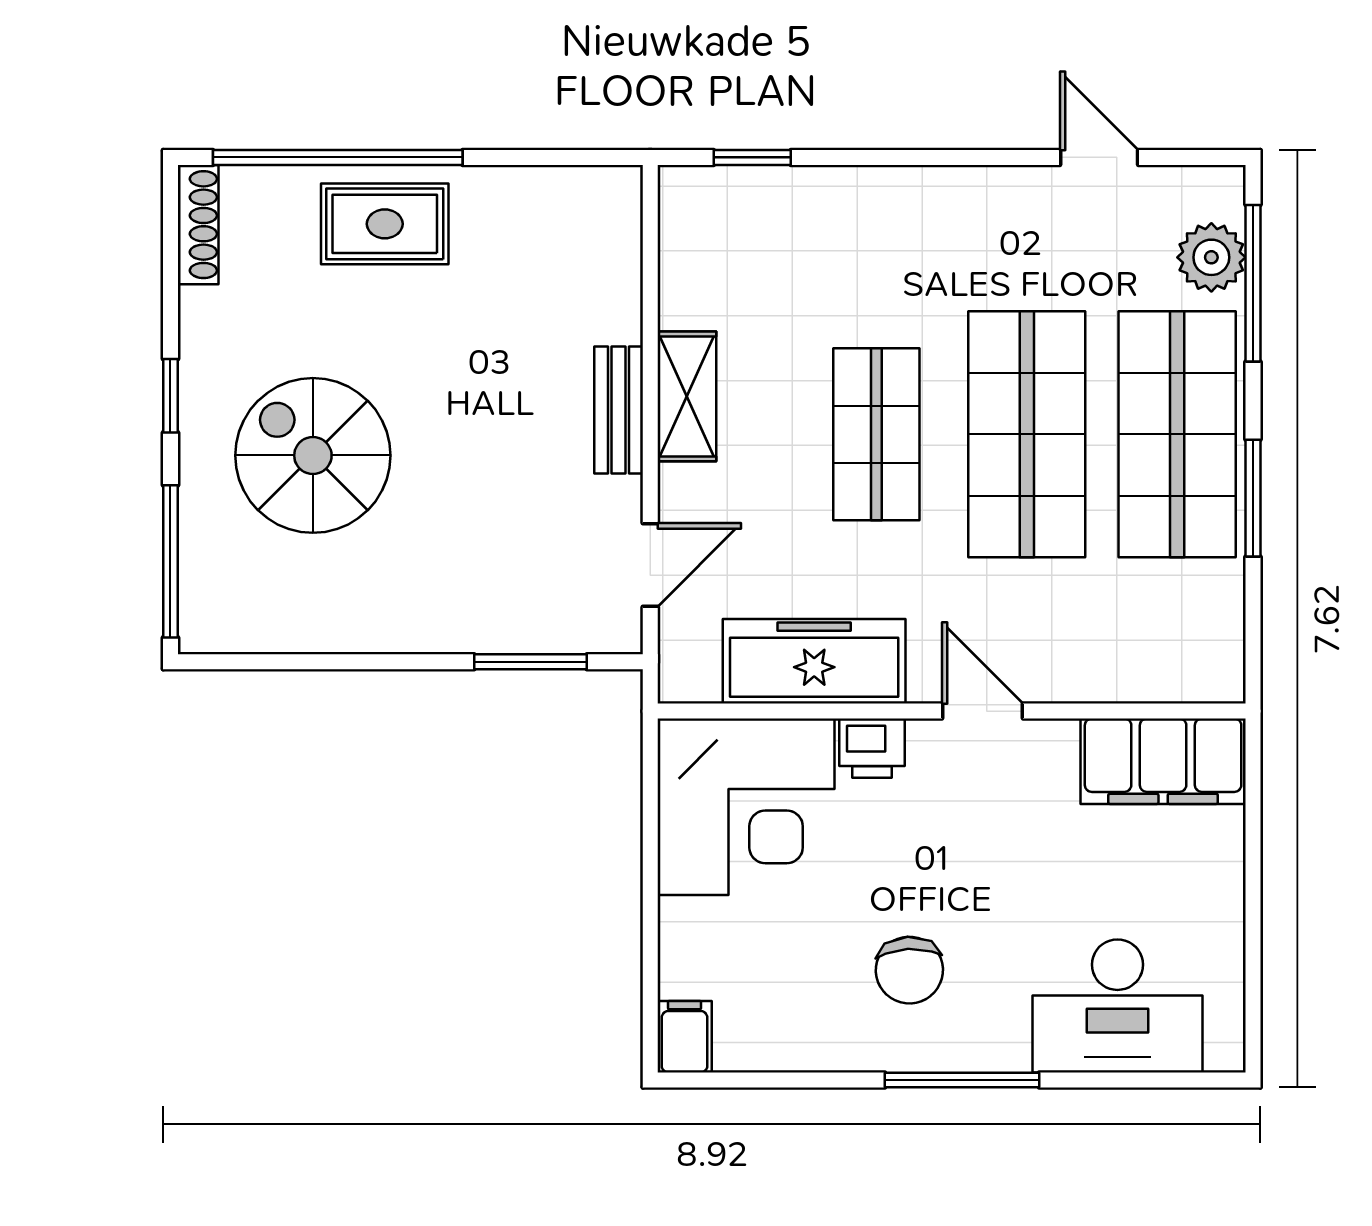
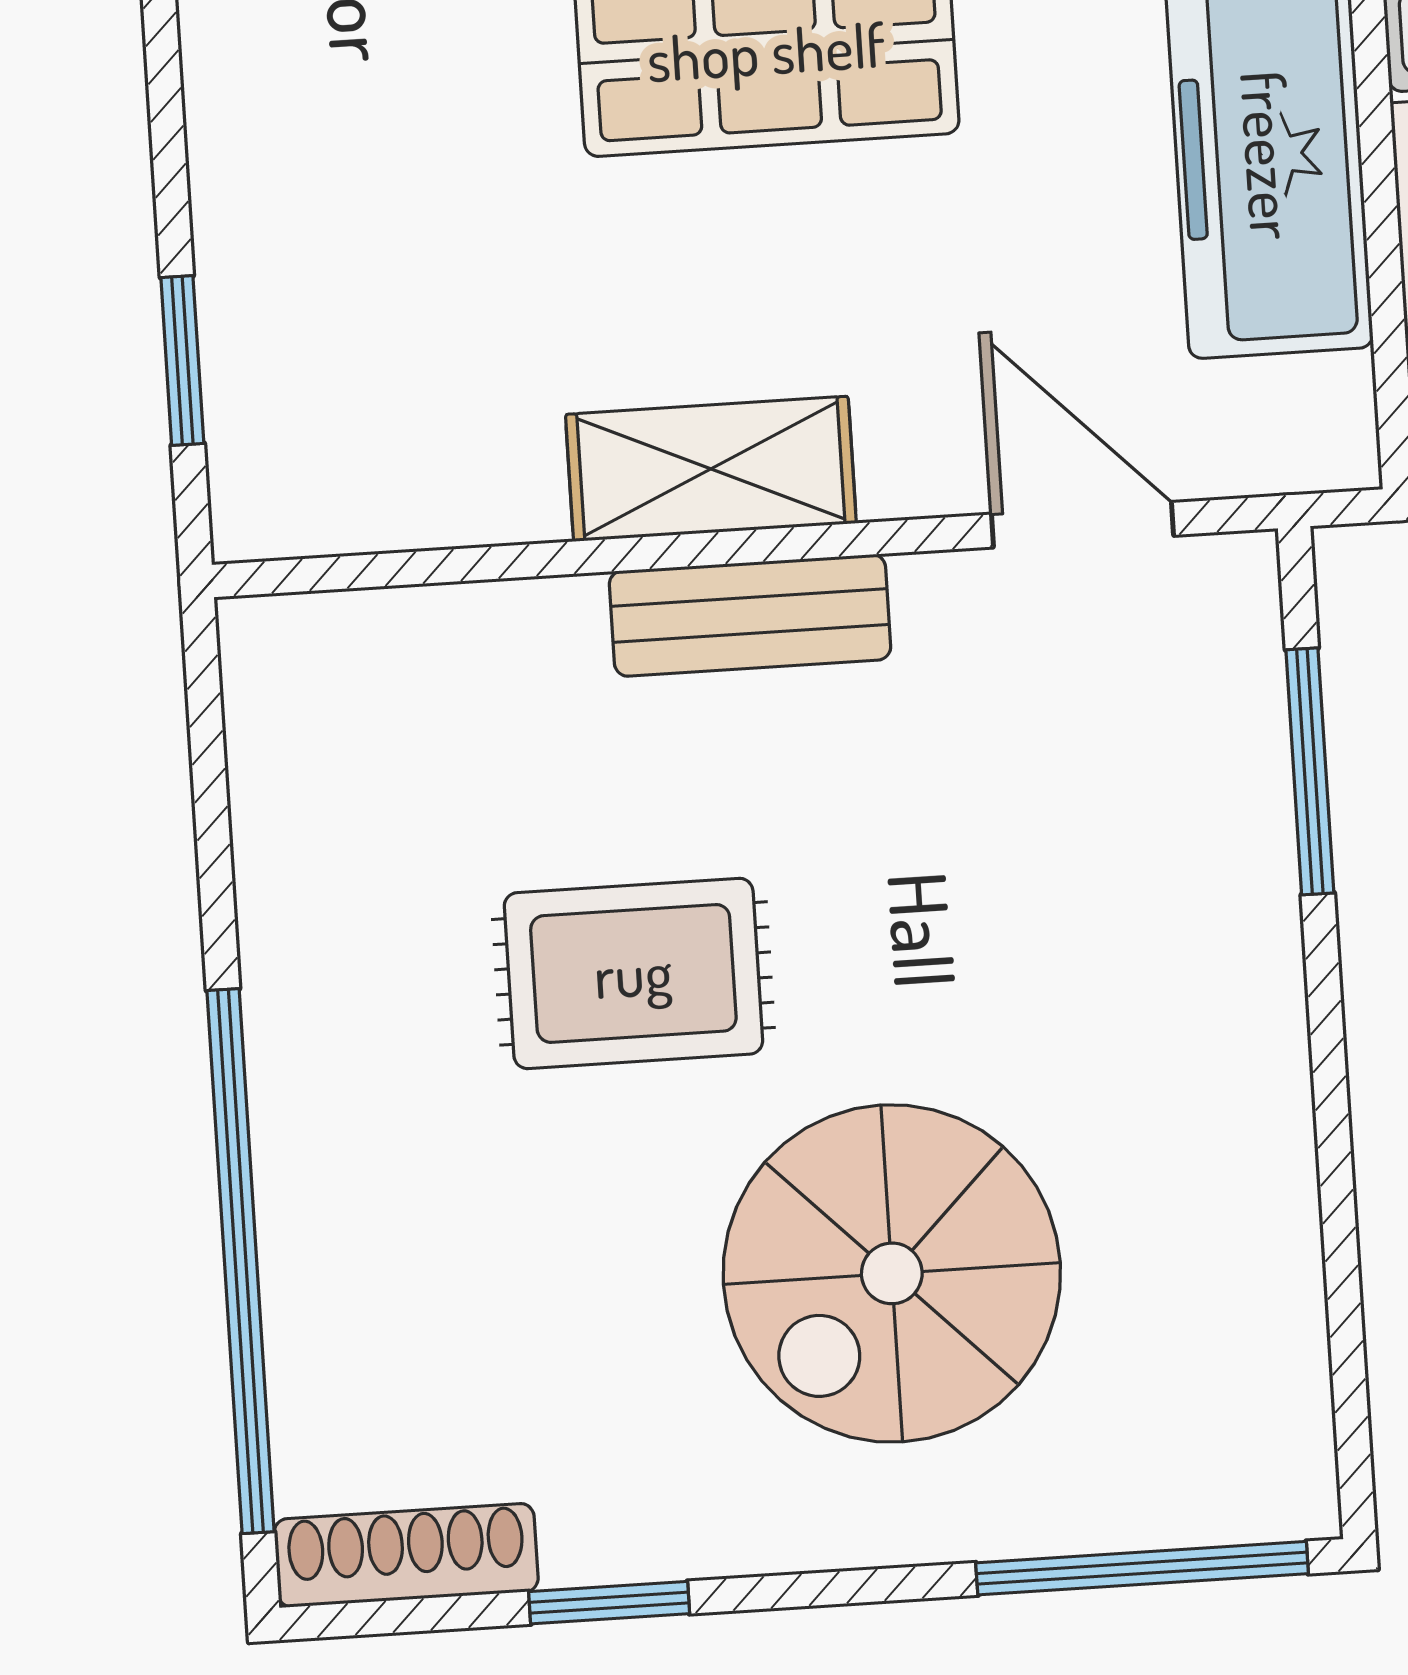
rug: (385, 224) -> (633, 973), moved, turned 90
window: (170, 396) -> (609, 1603), moved

